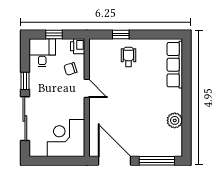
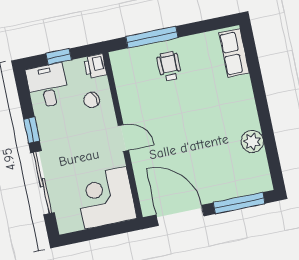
window: (121, 34) -> (152, 37), width x2.17
row of seats: (175, 65) -> (234, 53), width x0.68
door: (87, 88) -> (123, 138), moved

